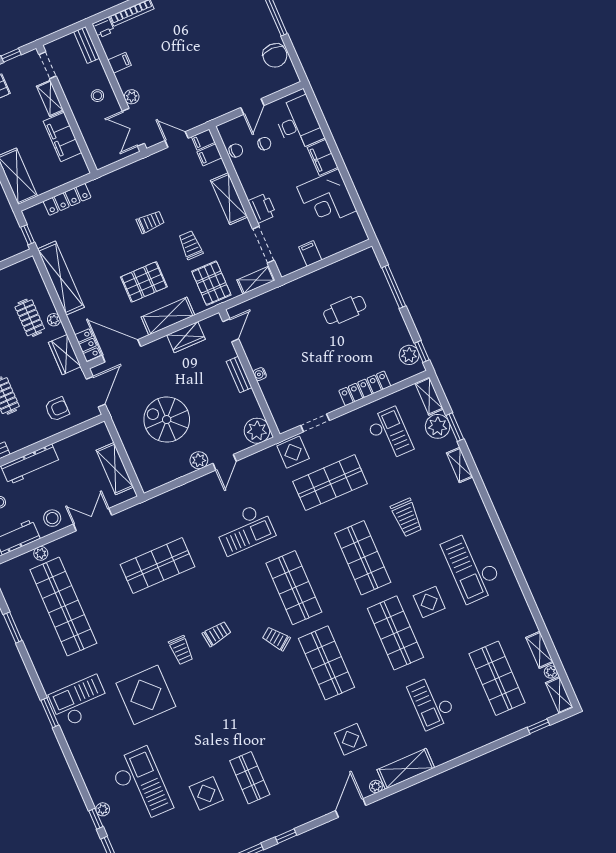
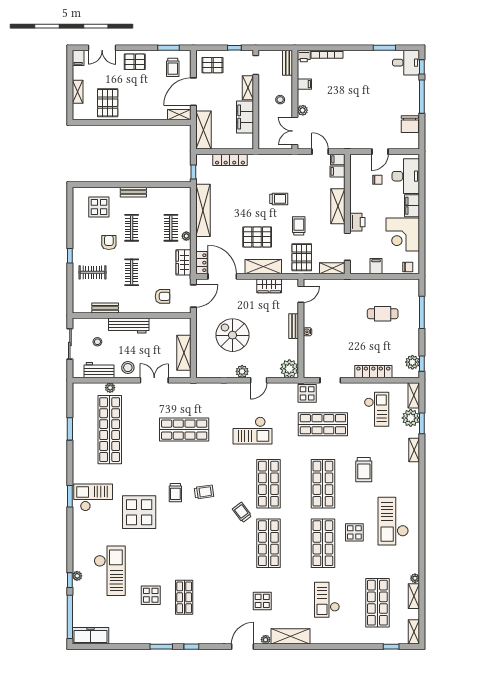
chair: (236, 150) -> (408, 267), moved
plant: (551, 672) -> (415, 578), moved

